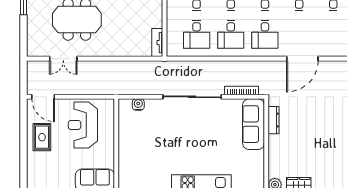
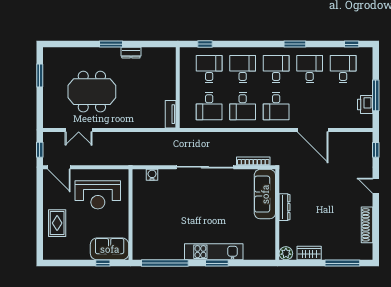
door: (302, 59) -> (313, 130), hinge flipped
window: (24, 79) -> (40, 150), added
dresser: (274, 120) -> (285, 207), moved
reception desk: (83, 125) -> (98, 195), turned -90
rug: (42, 137) -> (57, 223), moved

